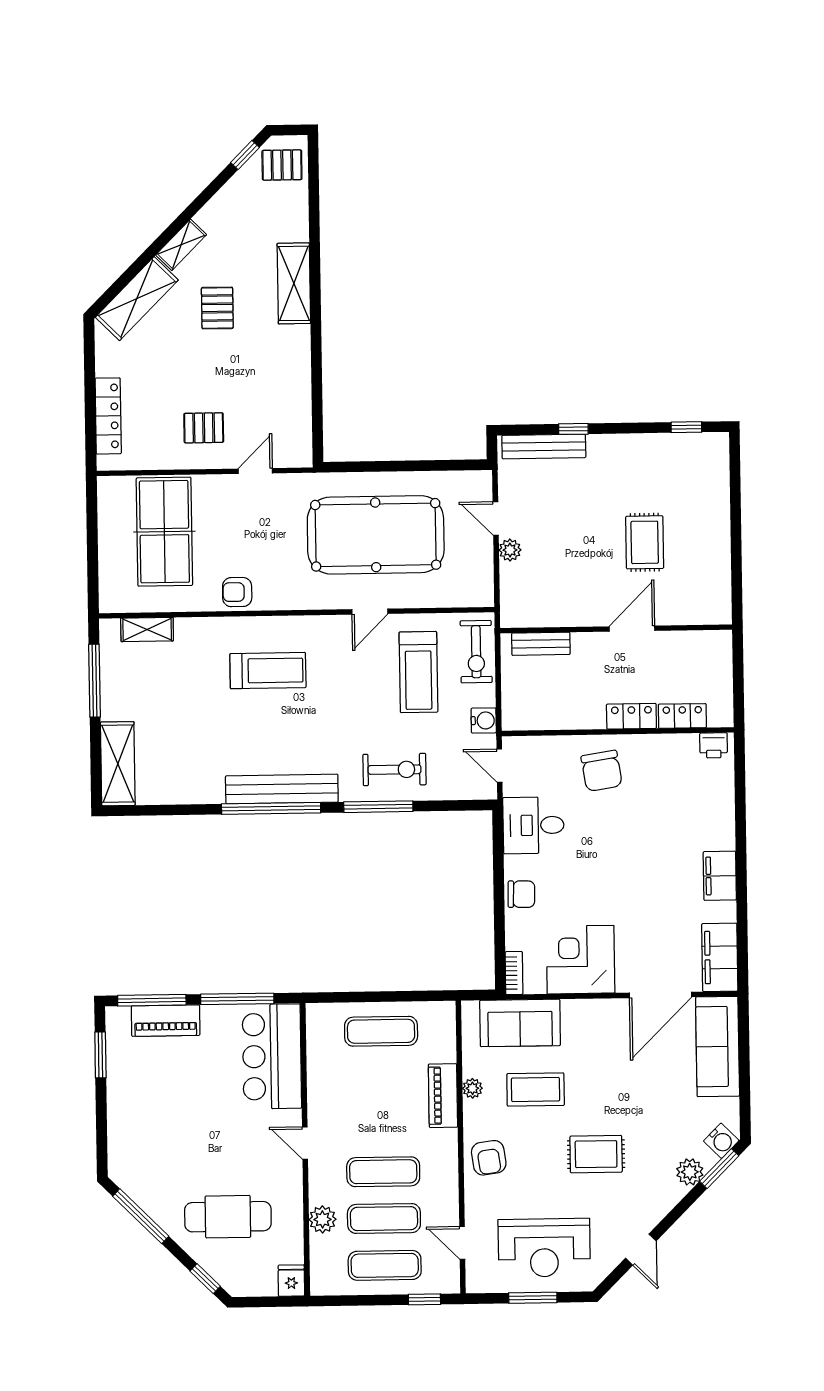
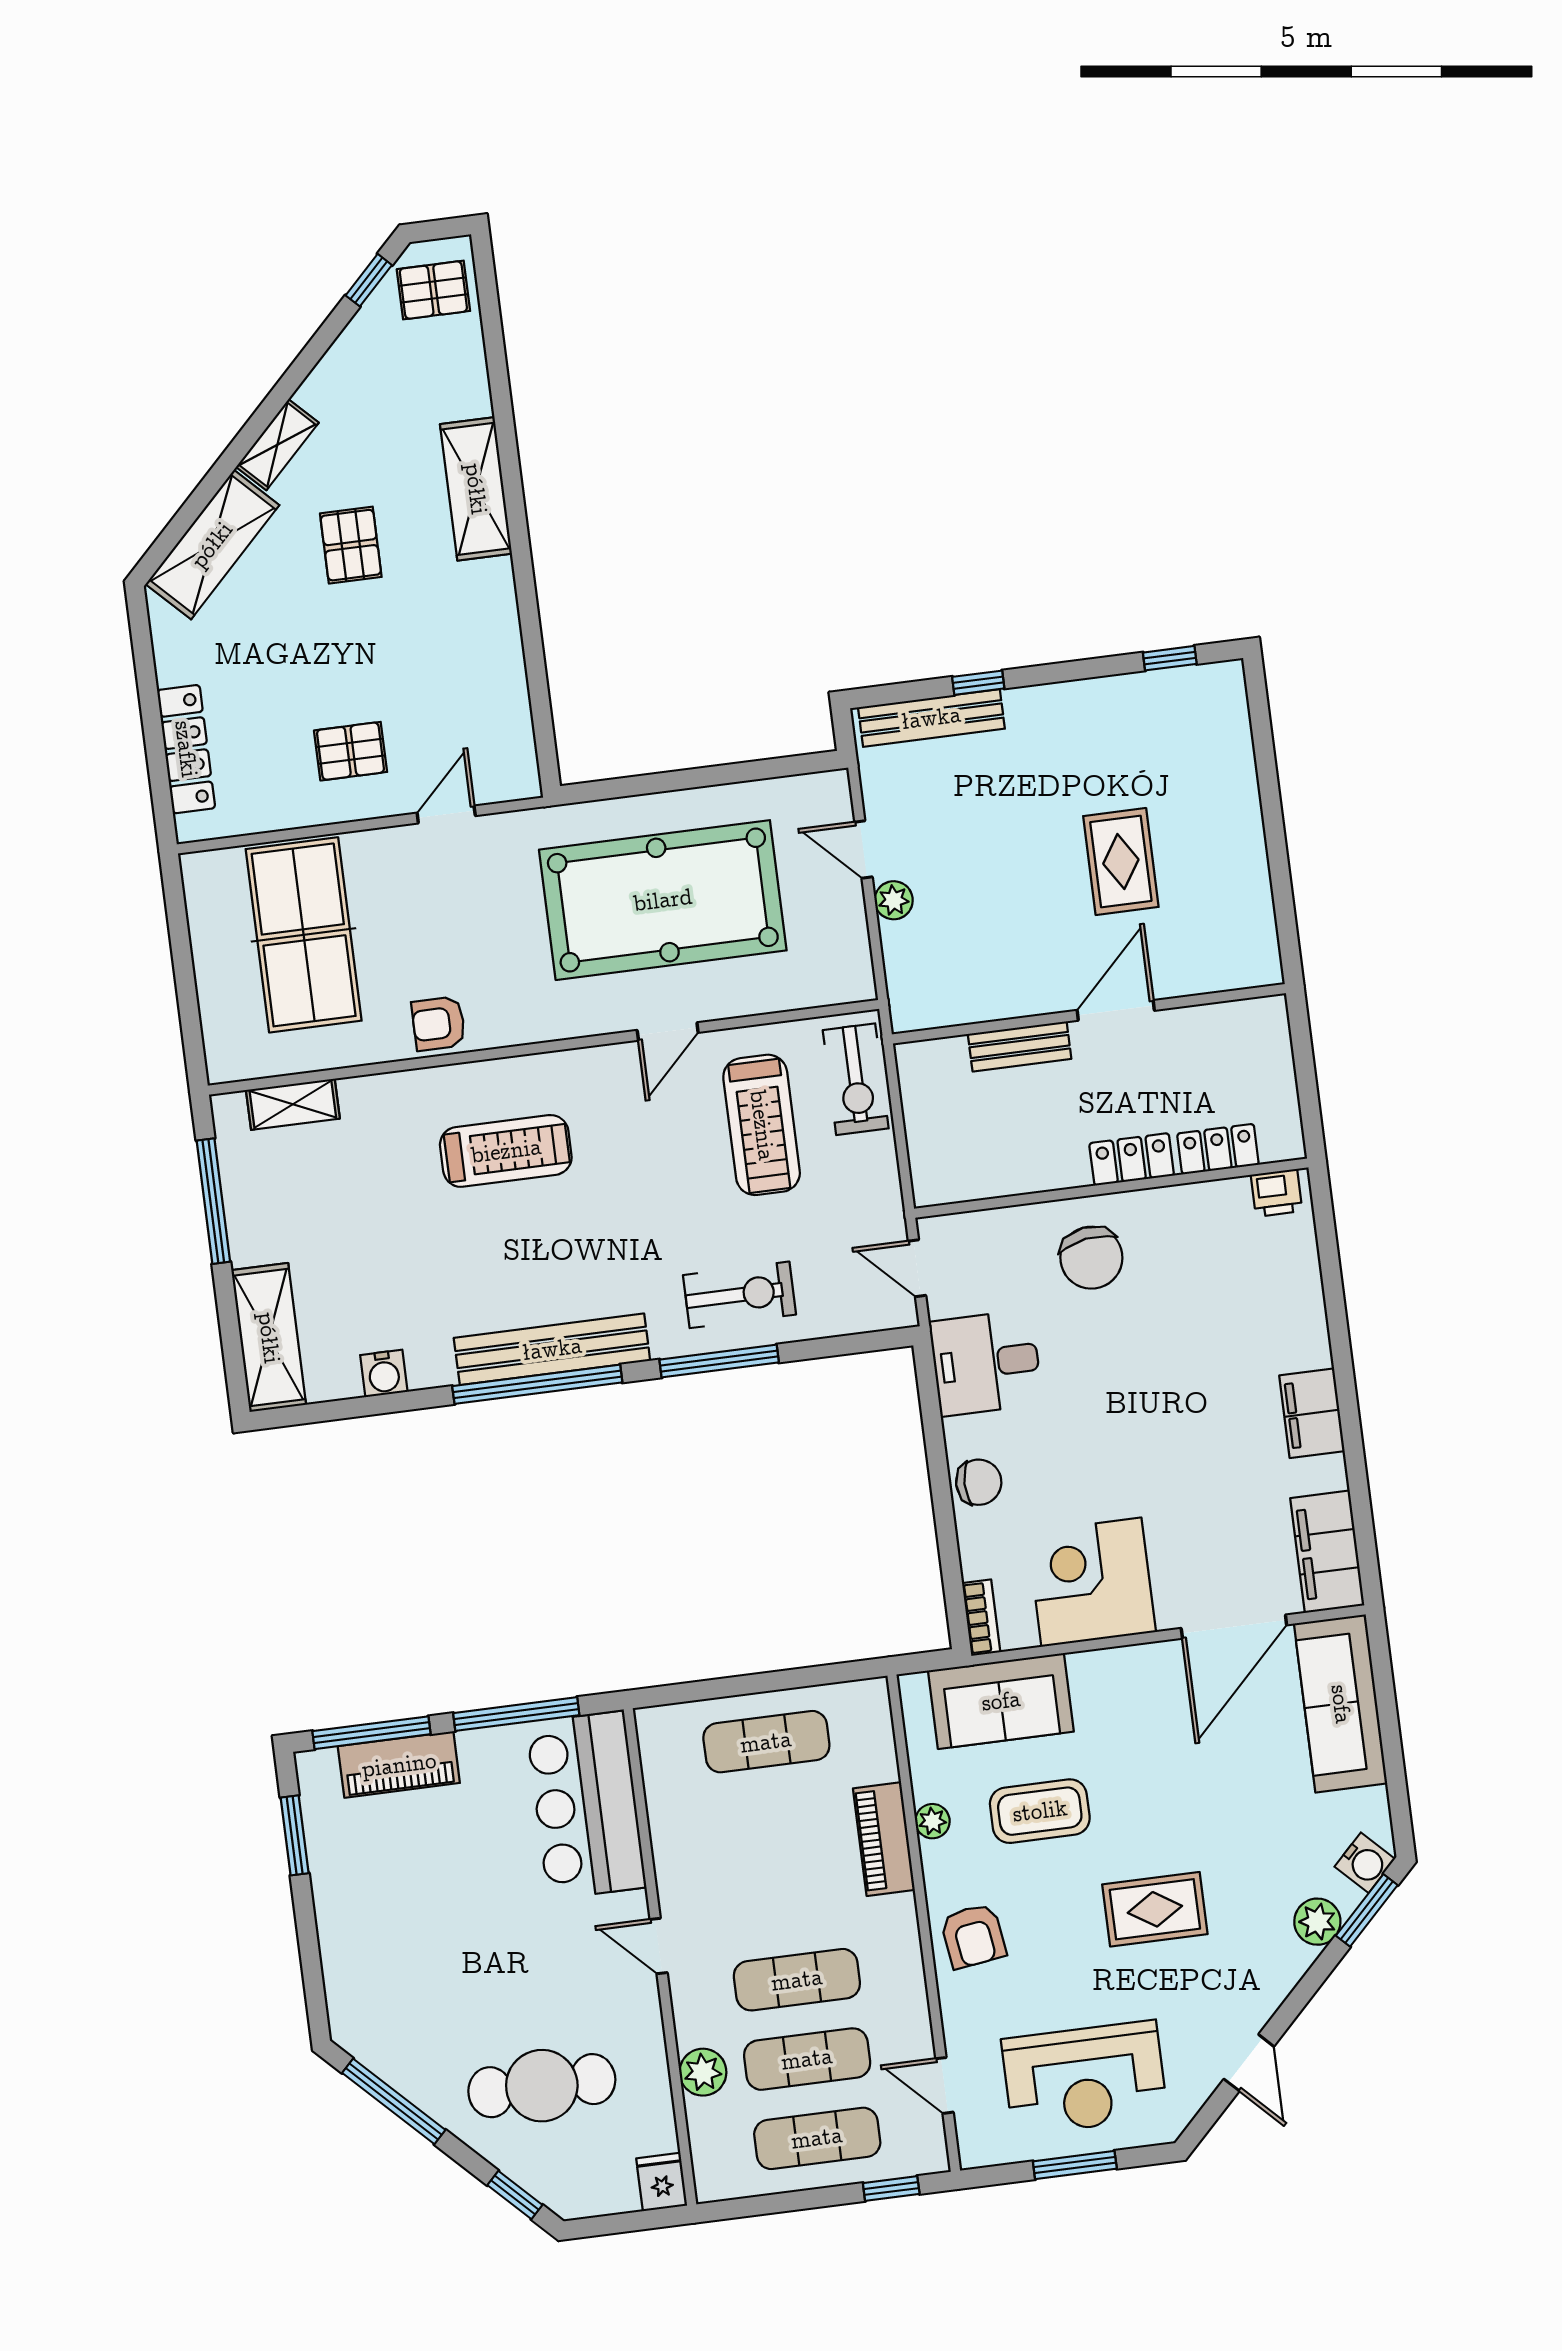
bench: (541, 644) -> (1020, 1046), moved
water cooler: (484, 720) -> (384, 1373), moved, turned 90

